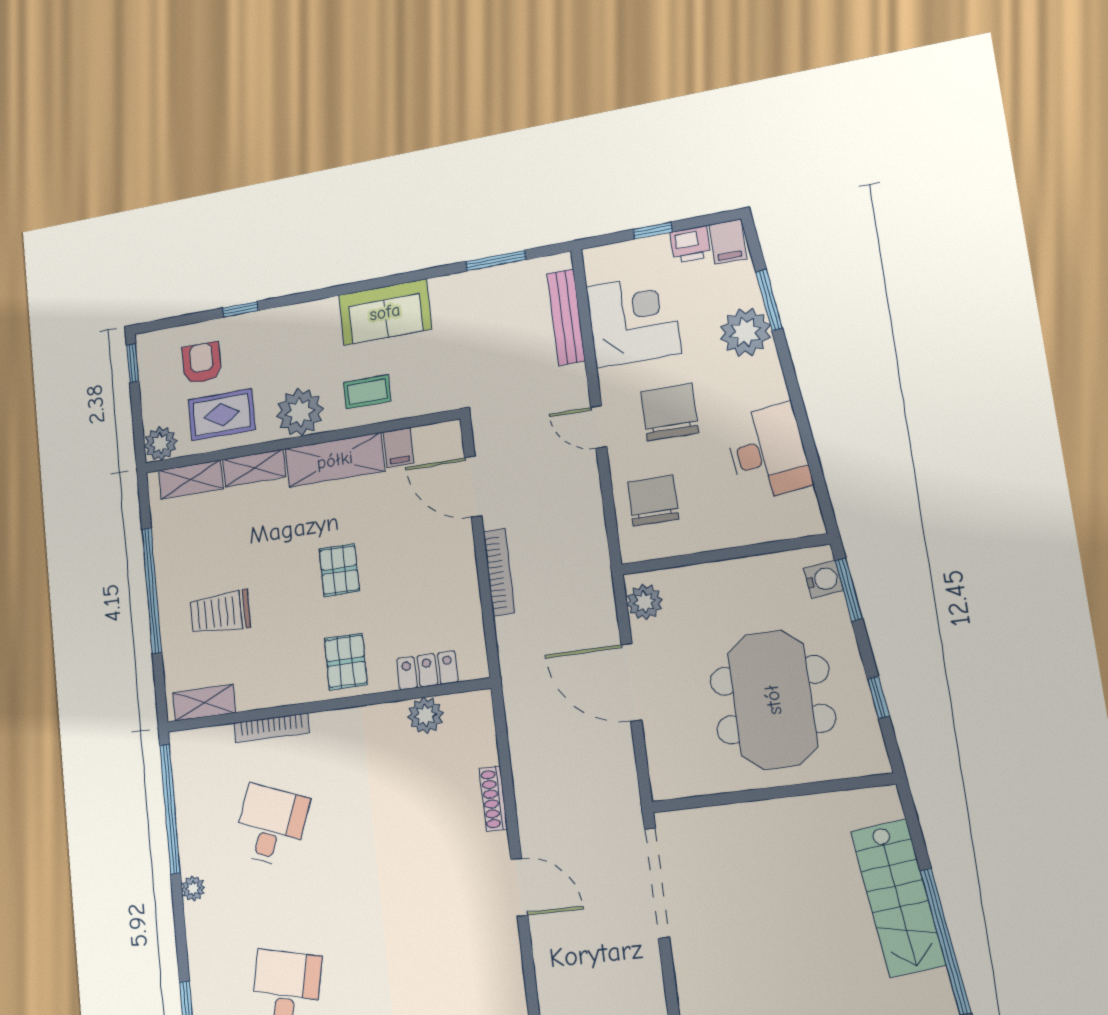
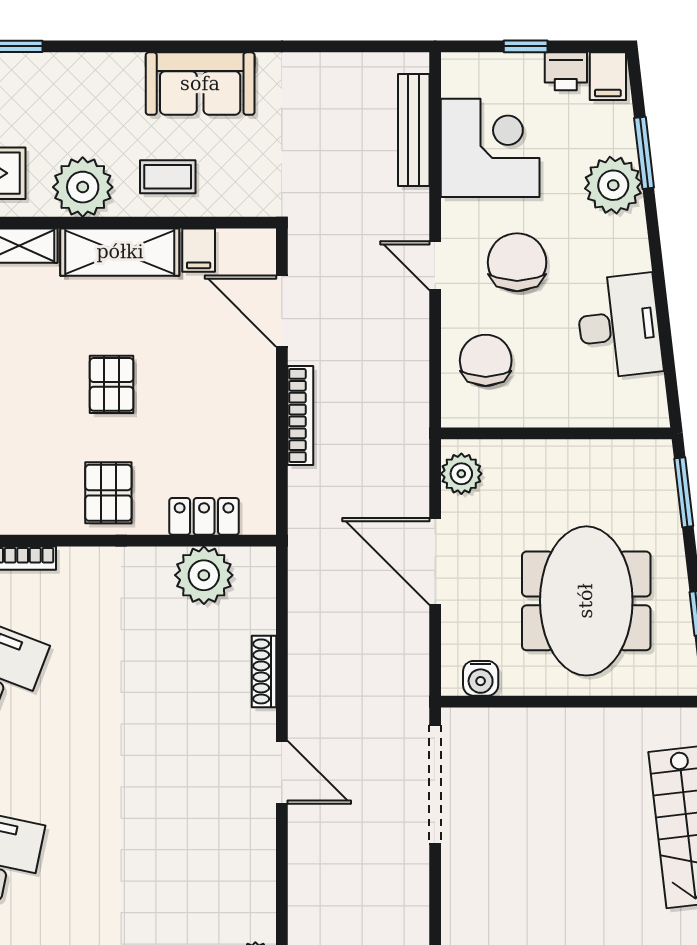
window: (496, 261) -> (340, 46), removed
water cooler: (823, 579) -> (481, 678), moved, turned 97
plant: (425, 715) -> (204, 575), width x1.36, depth x1.36

